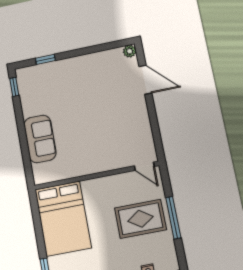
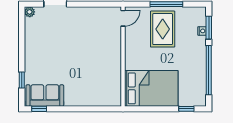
sofa: (40, 139) -> (45, 96), moved

